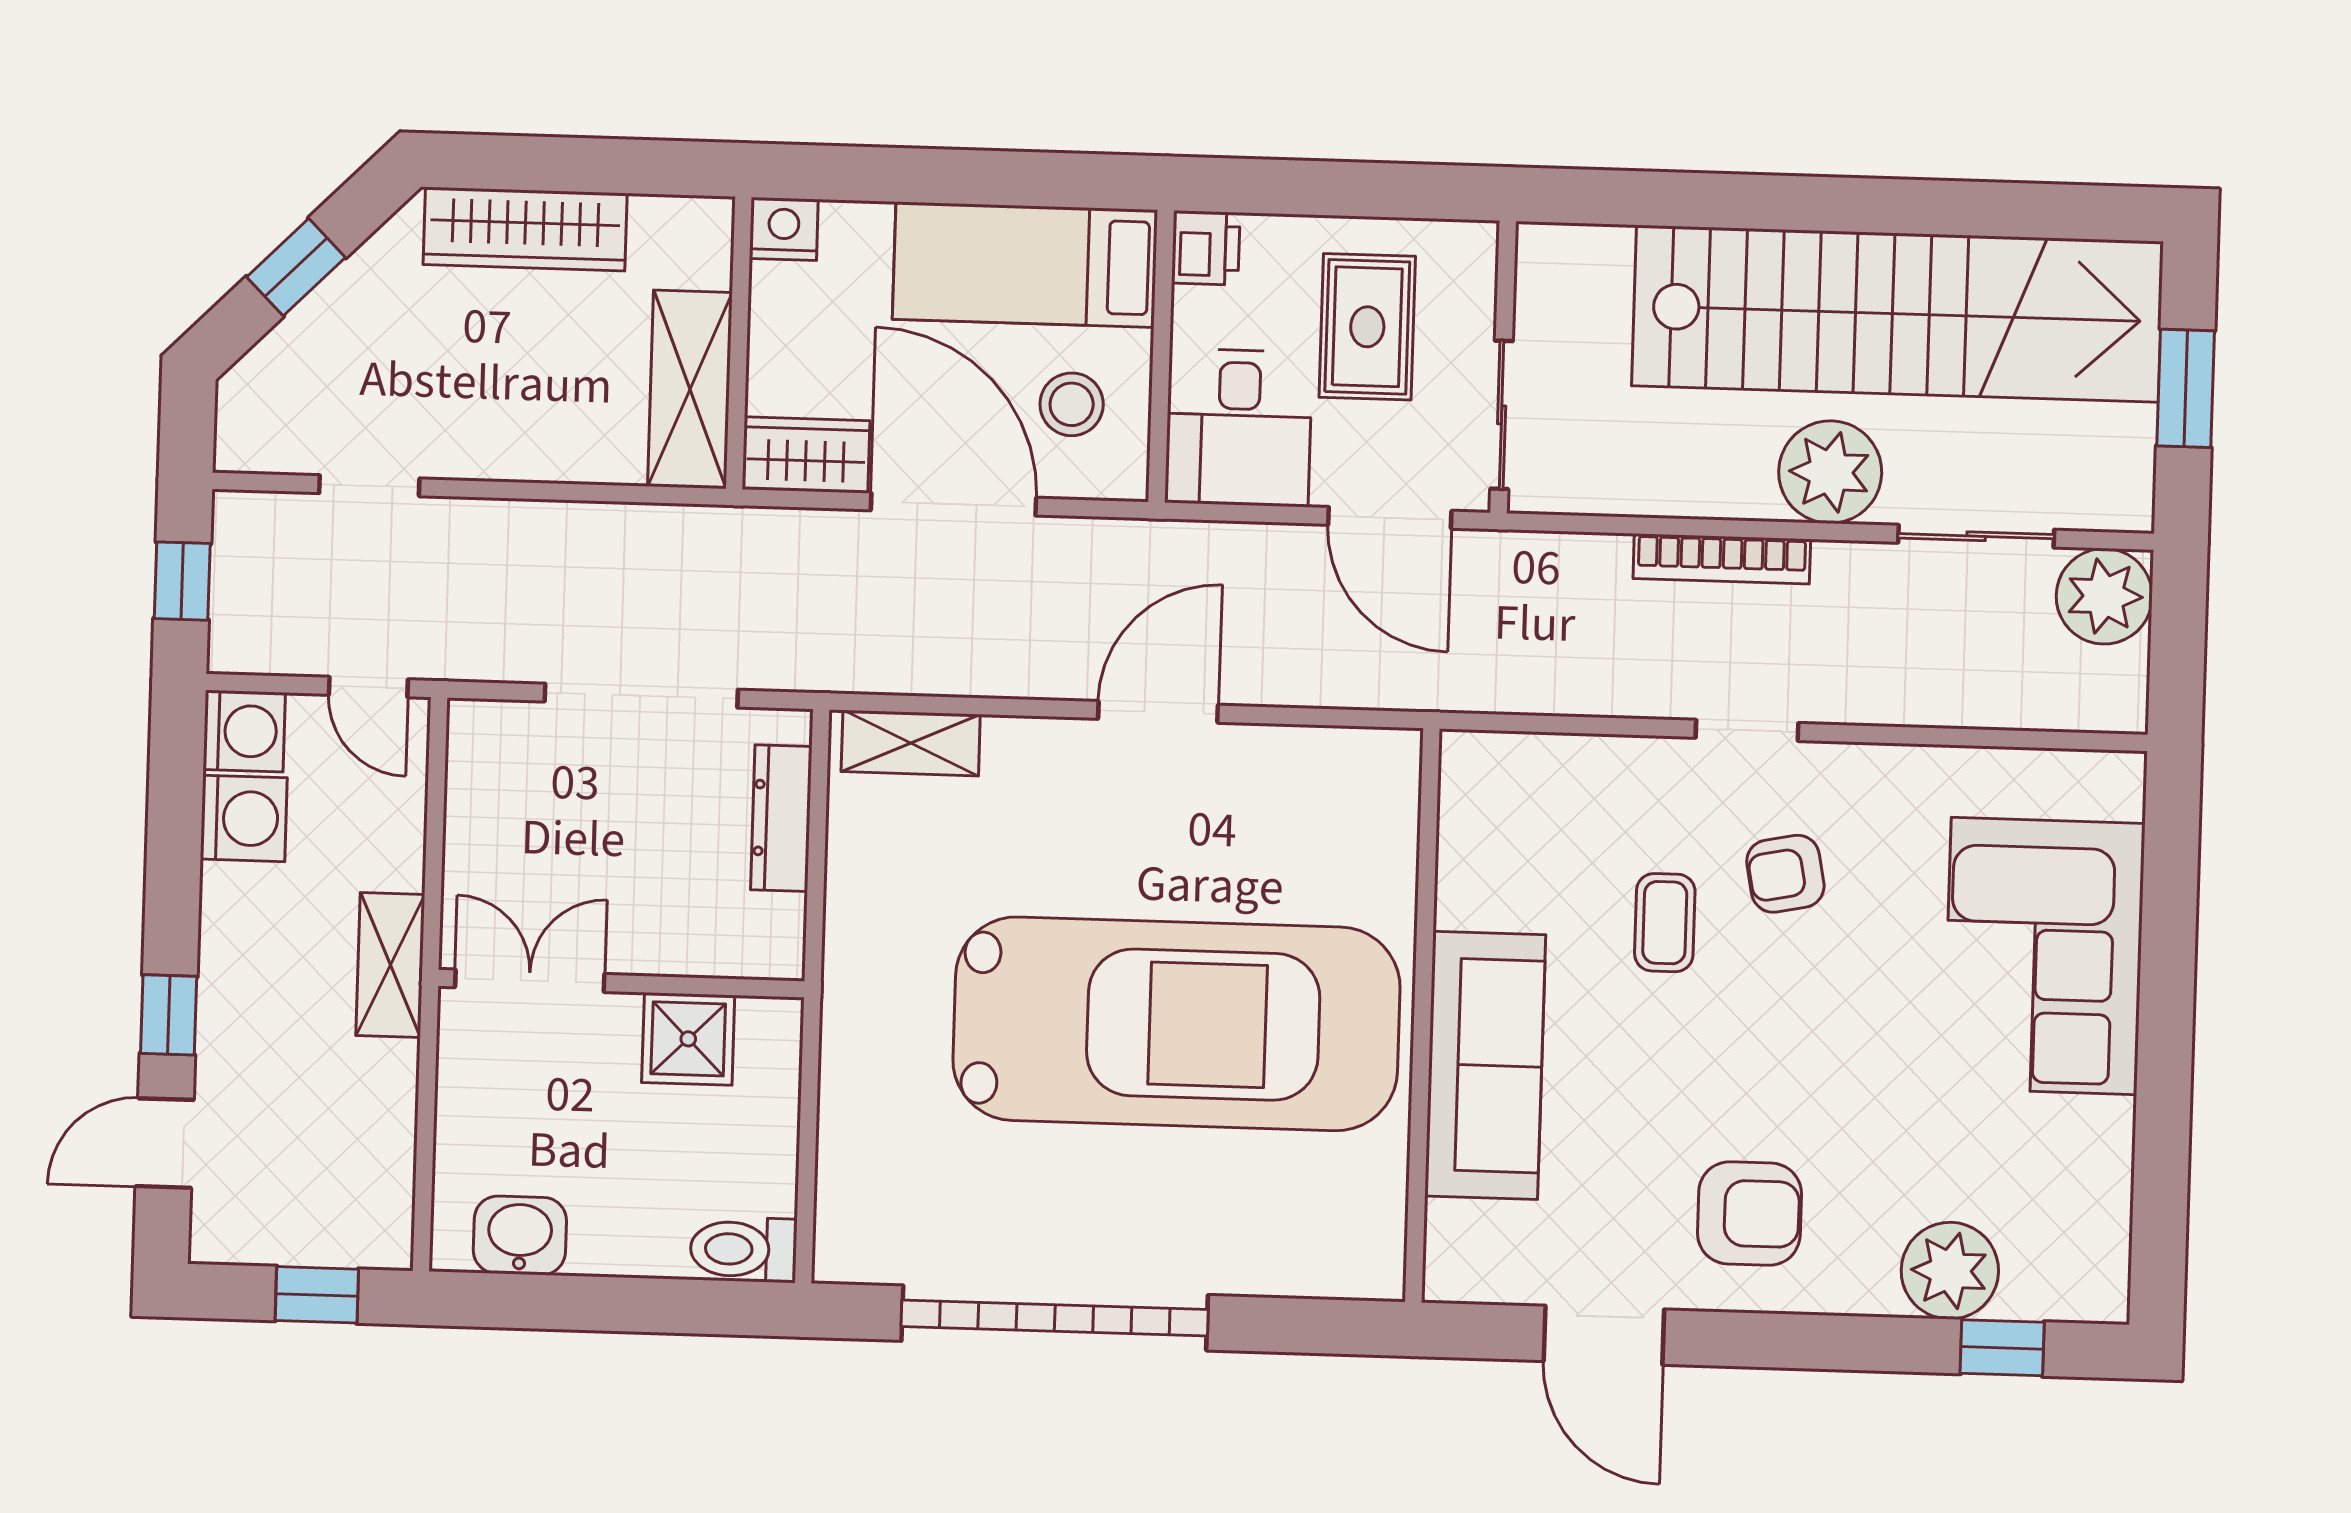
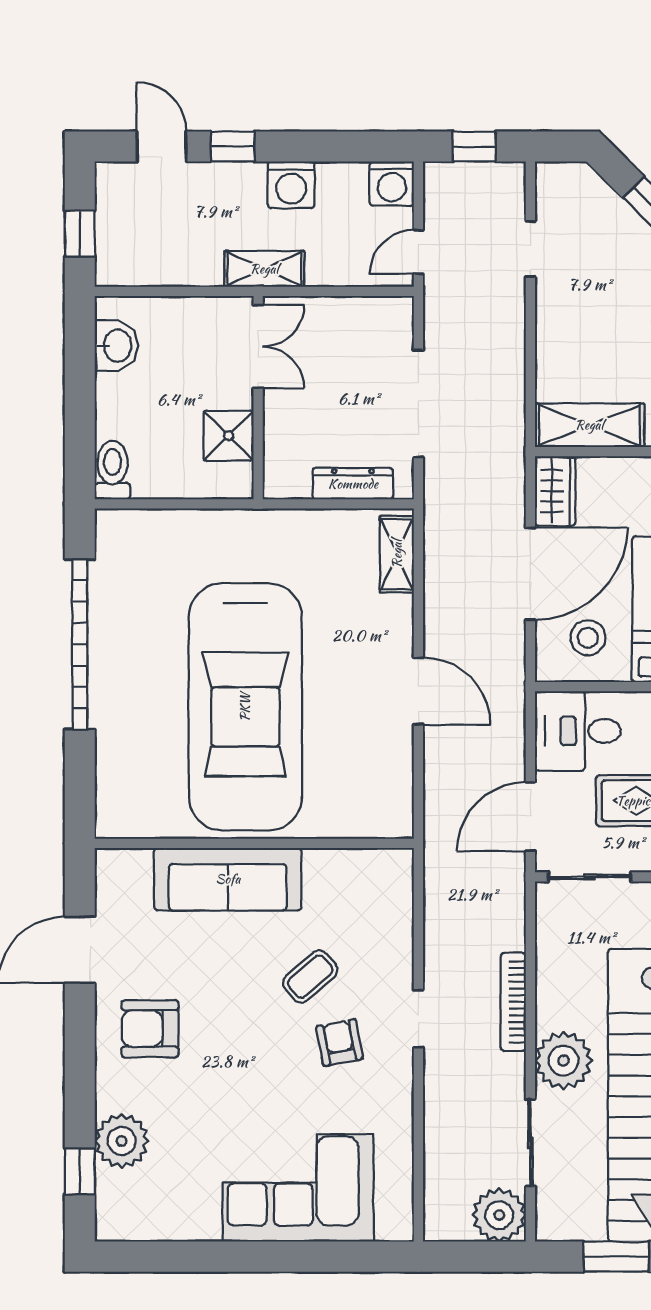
washing machine: (244, 818) -> (291, 185), moved
coffee table: (1665, 923) -> (310, 976), turned -41
armchair: (1749, 1214) -> (150, 1029), turned 90

